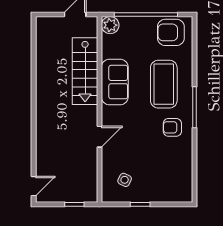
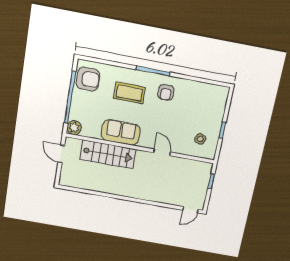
armchair: (171, 32) -> (88, 79), turned -90
coffee table: (164, 84) -> (129, 93), width x0.73, depth x0.76
door: (34, 186) -> (190, 210), swing flipped

